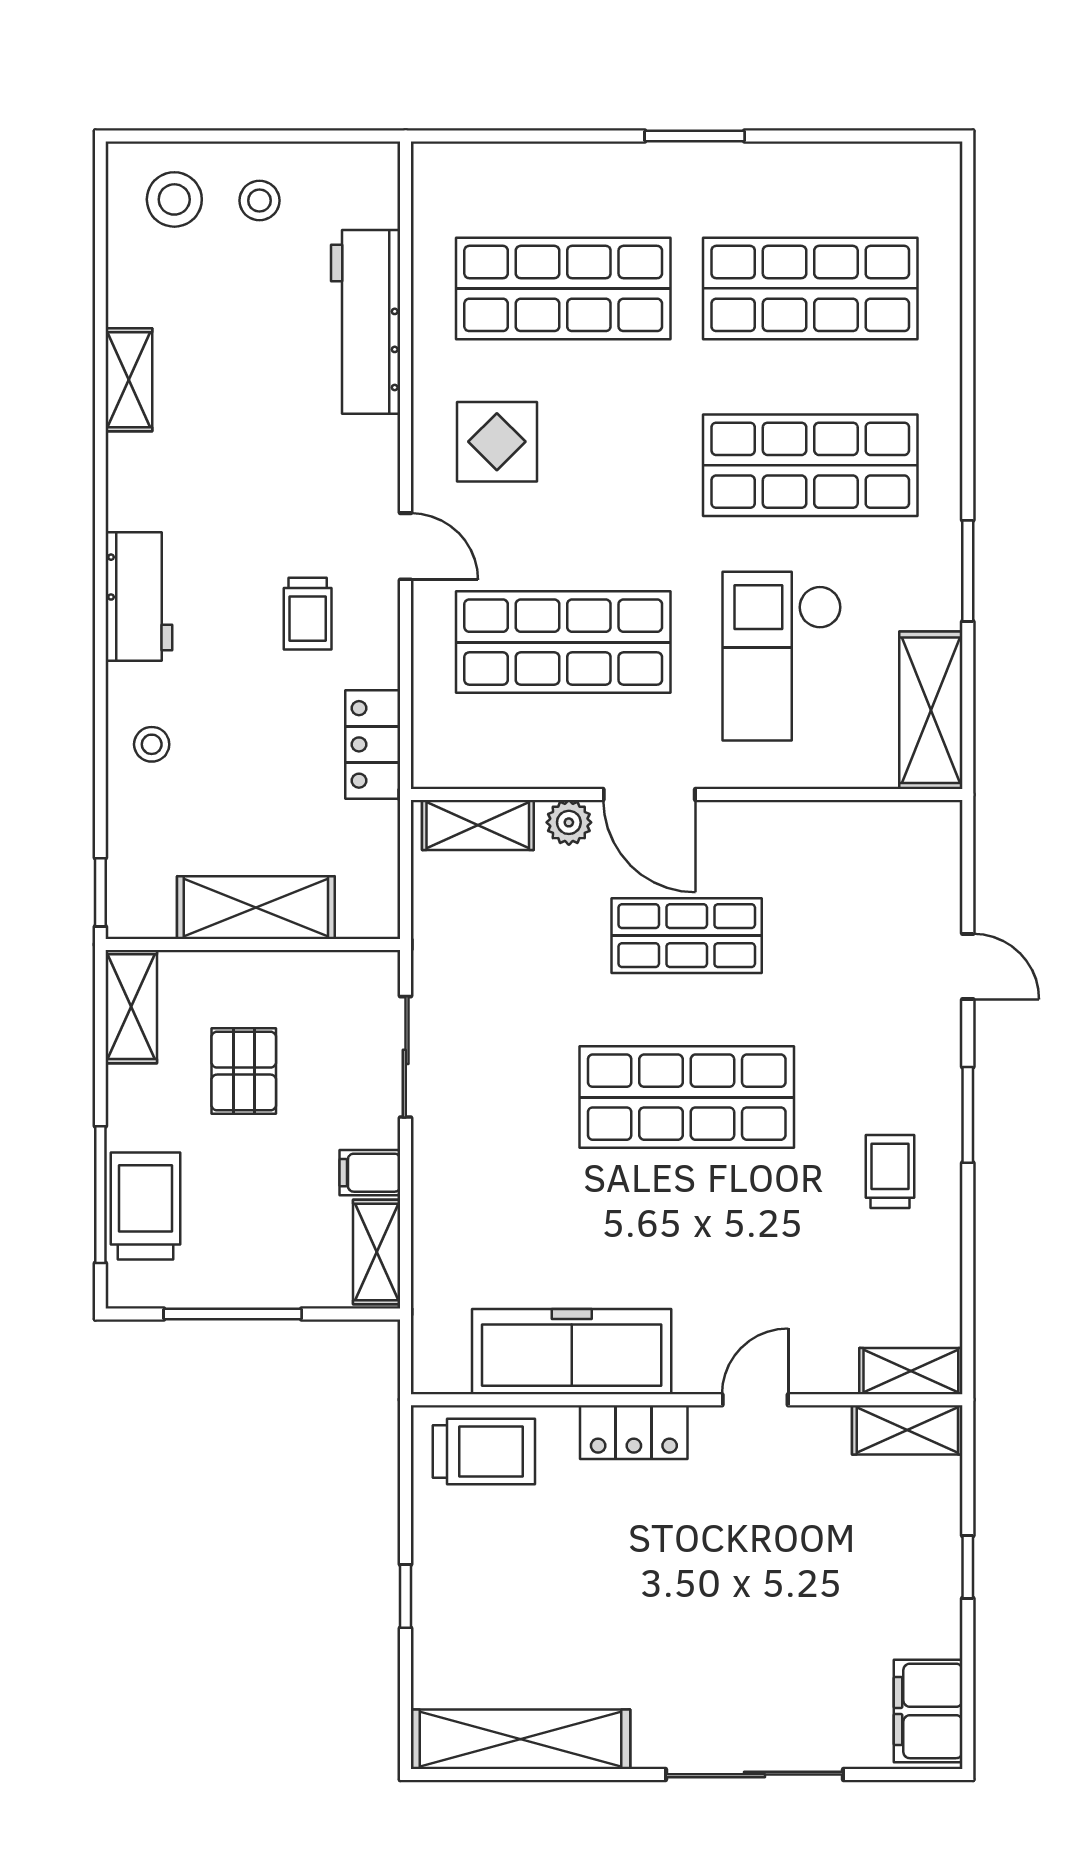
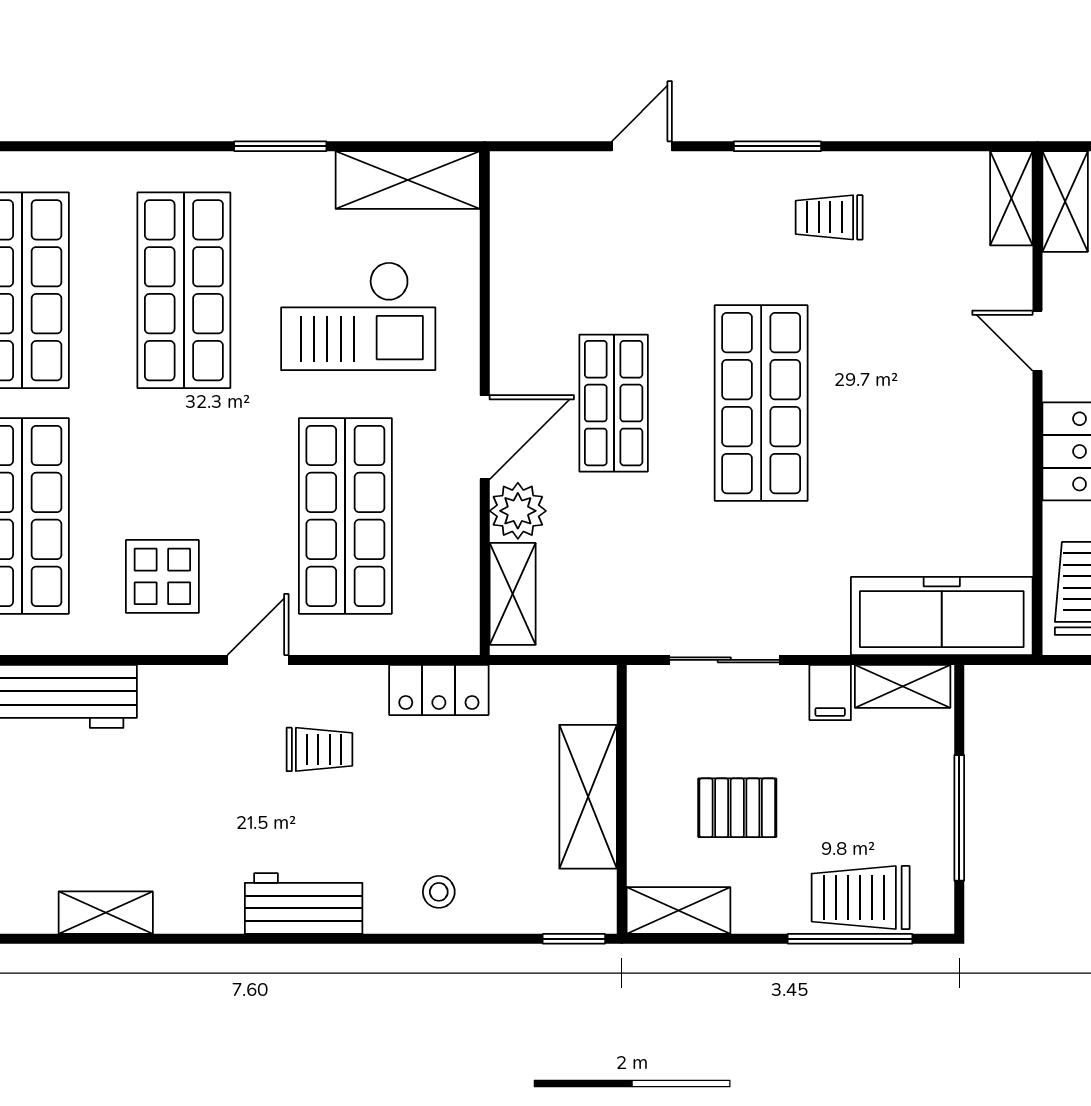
plant: (569, 822) -> (518, 511), width x1.38, depth x1.38
freezer: (572, 1352) -> (942, 616), moved, turned 90

